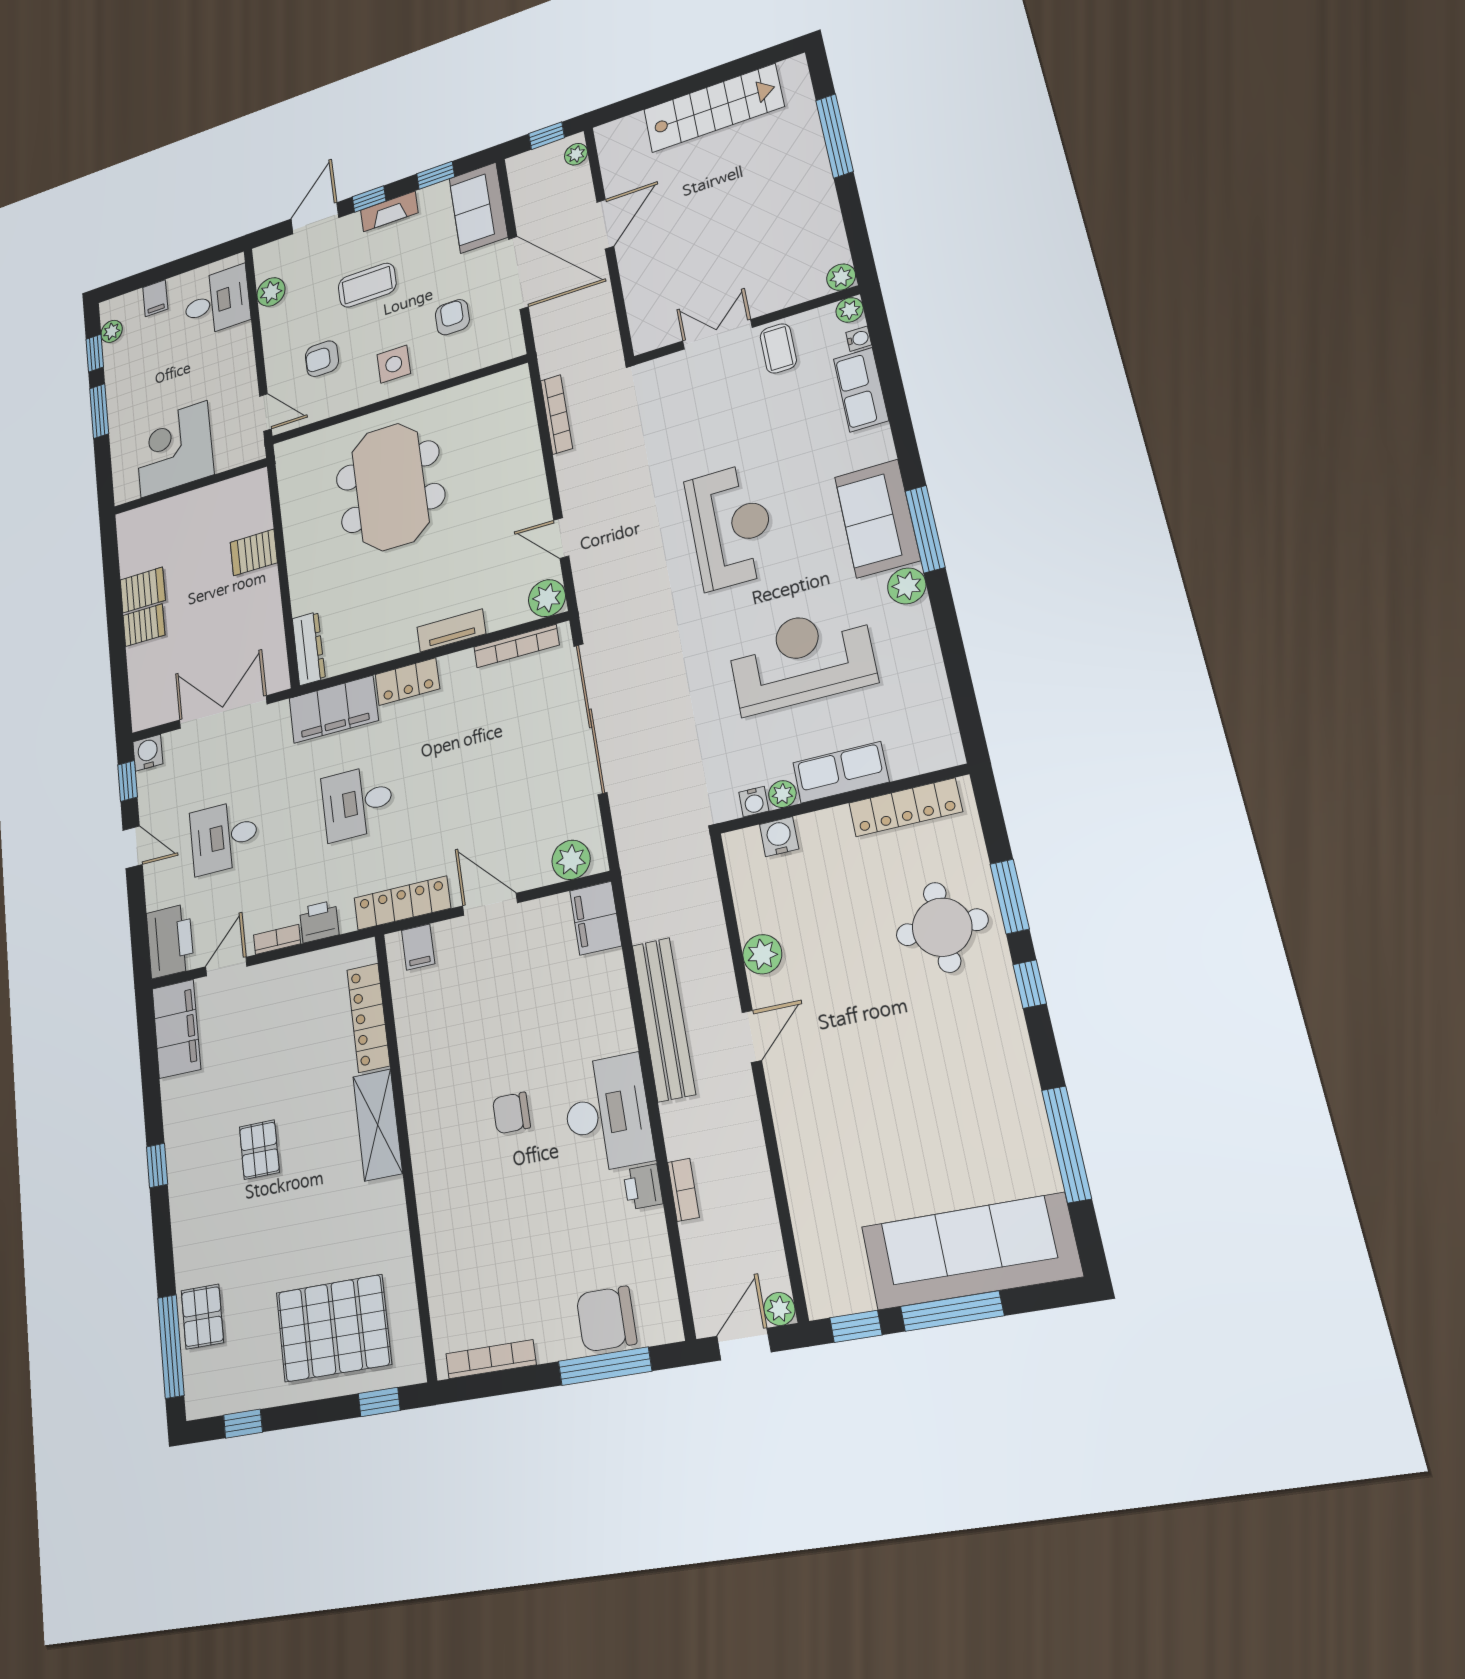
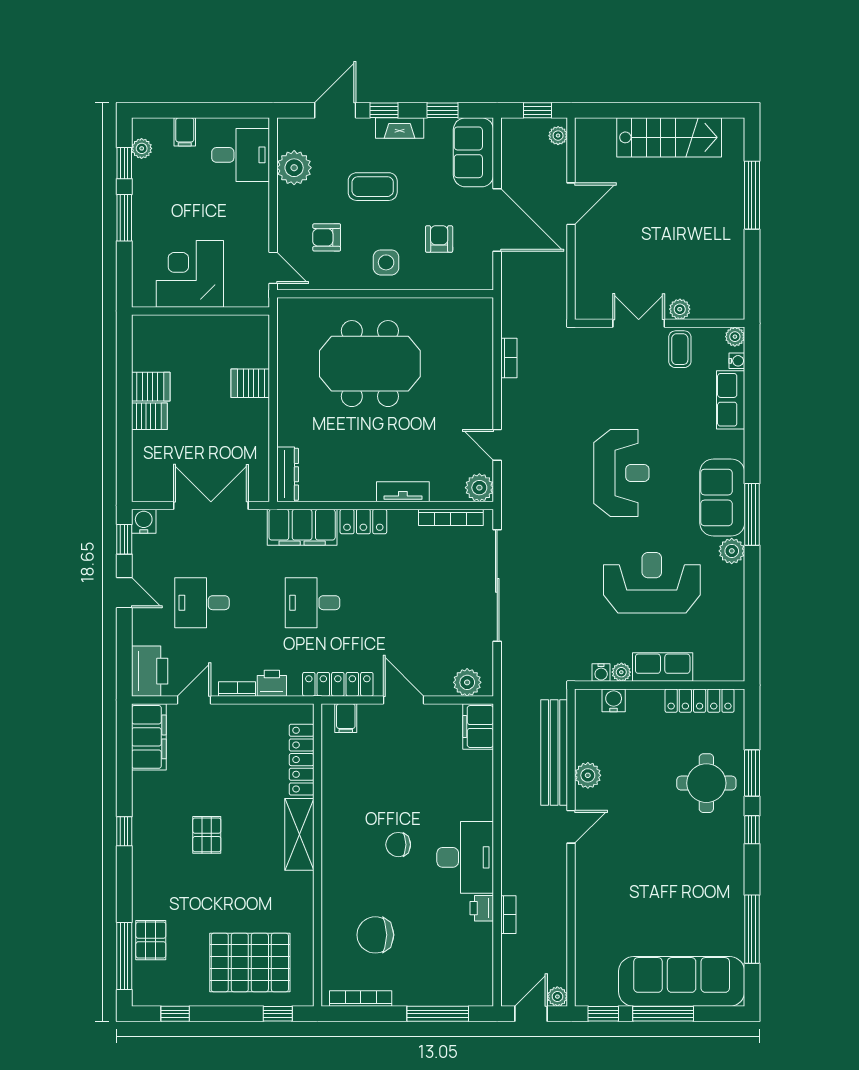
plant: (841, 277) -> (680, 309), moved
plant: (271, 292) -> (294, 168), width x1.36, depth x1.36
bookcase: (556, 414) -> (509, 358), width x0.64
meeting table: (390, 487) -> (370, 364), turned 90
bench: (664, 1019) -> (554, 753), moved
chair: (606, 1319) -> (375, 935), moved

